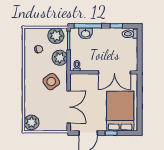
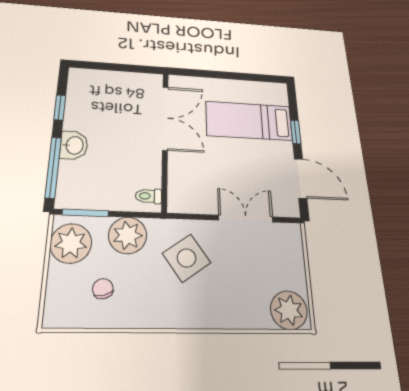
washbasin: (86, 33) -> (74, 145), moved
toilet: (130, 34) -> (81, 83), removed
double door: (69, 107) -> (246, 219), width x0.73
bed: (120, 111) -> (249, 121), width x0.67

